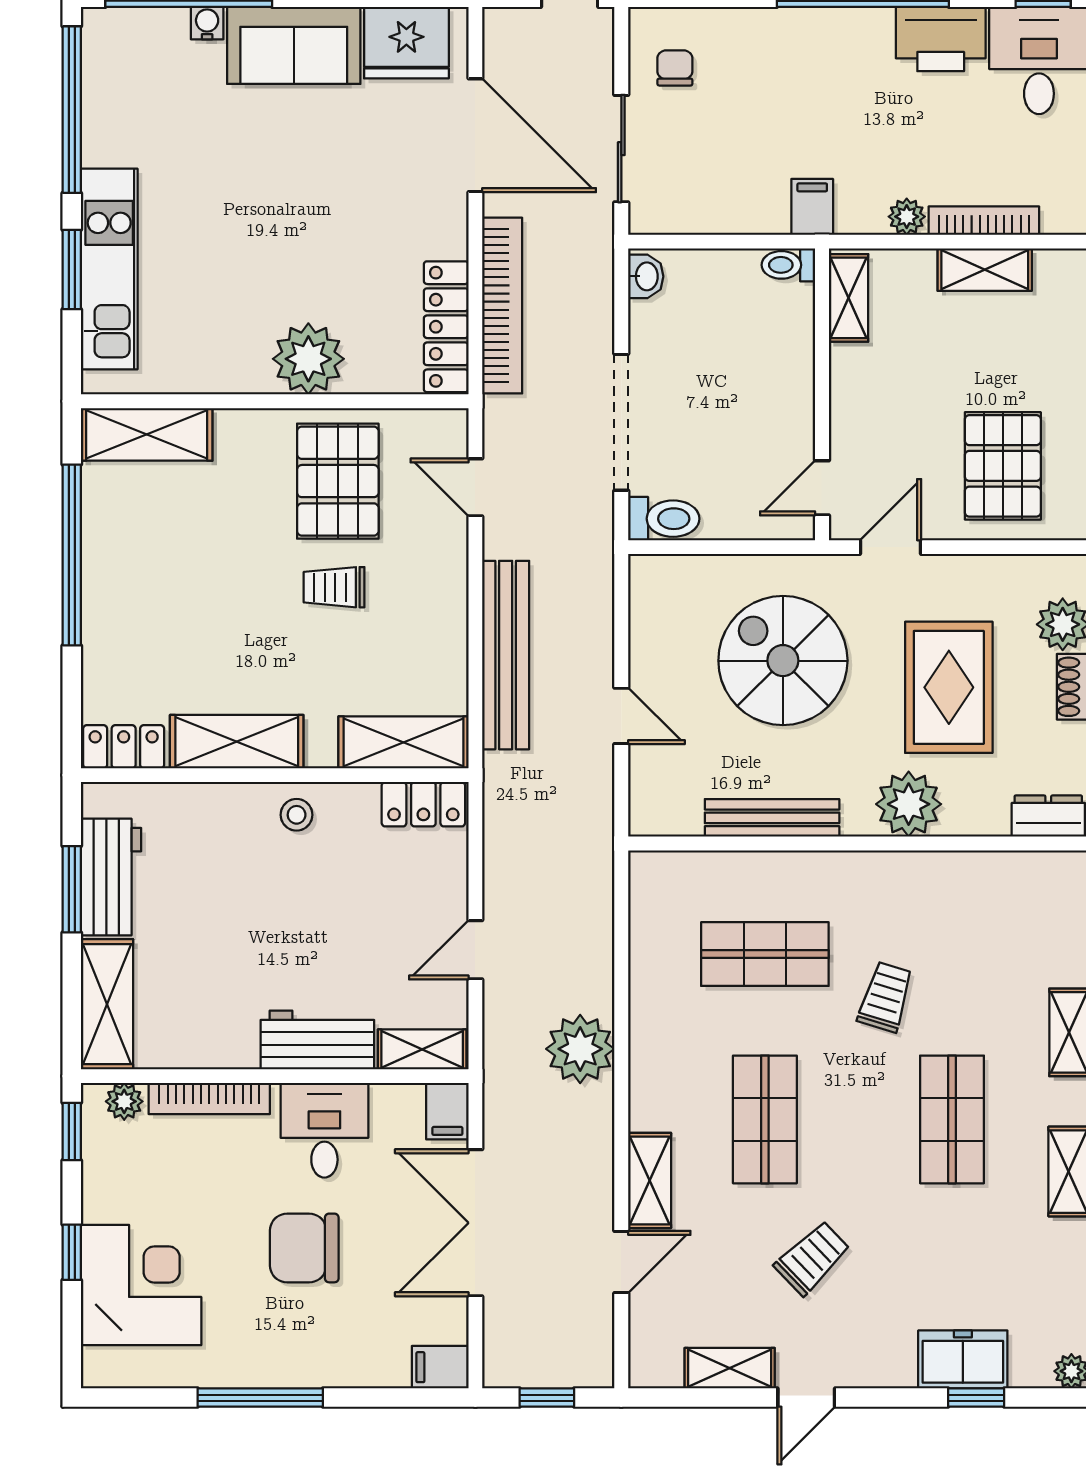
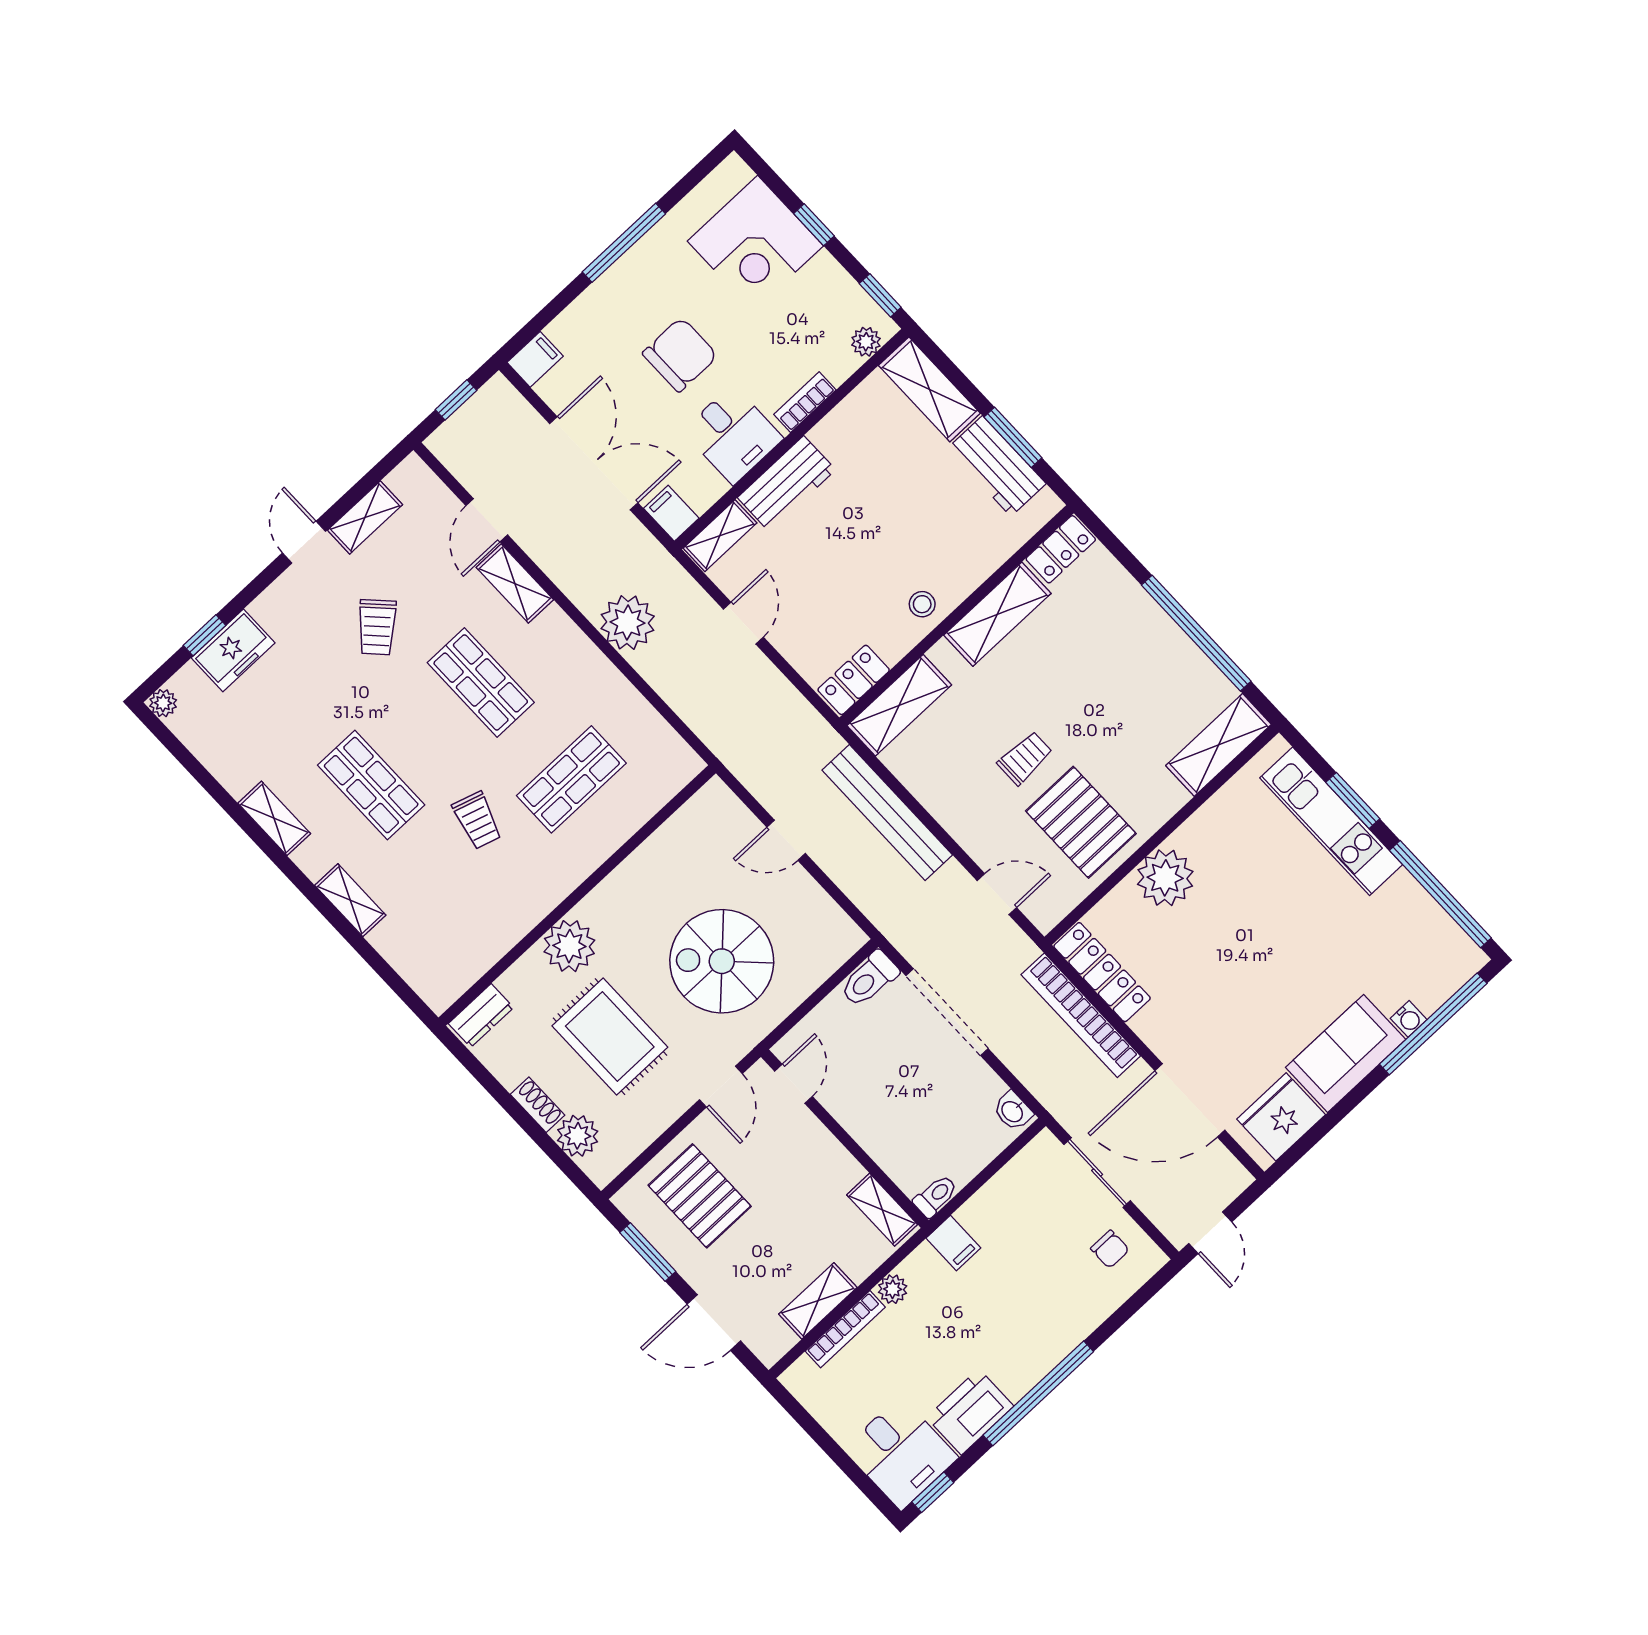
spiral stairs: (783, 661) -> (722, 961), turned 180
bench: (772, 818) -> (642, 863), removed
bookcase: (209, 1098) -> (805, 402), width x0.64

